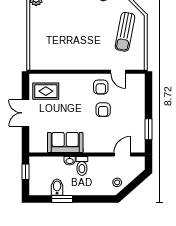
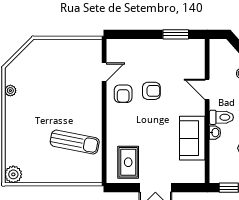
sun lounger: (125, 32) -> (75, 142), moved
armchair: (101, 87) -> (123, 94), turned 90
door: (122, 155) -> (207, 89), moved

